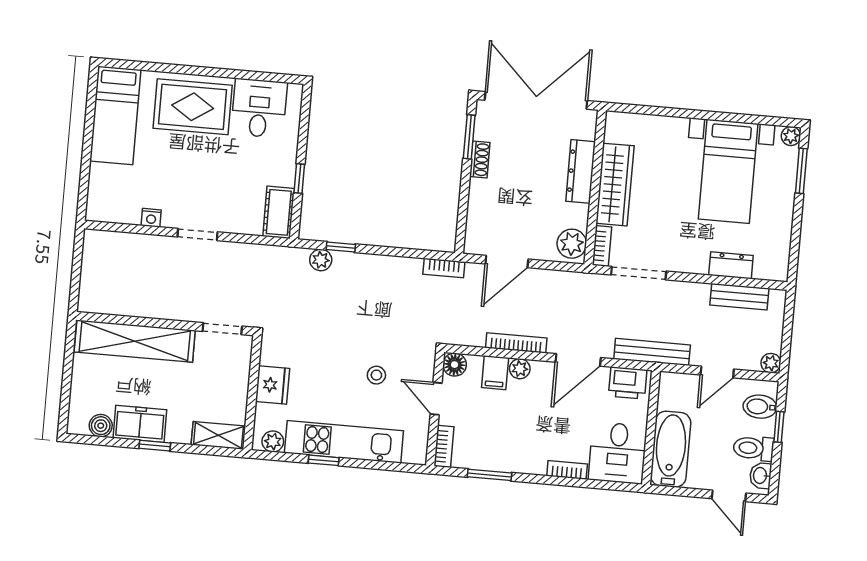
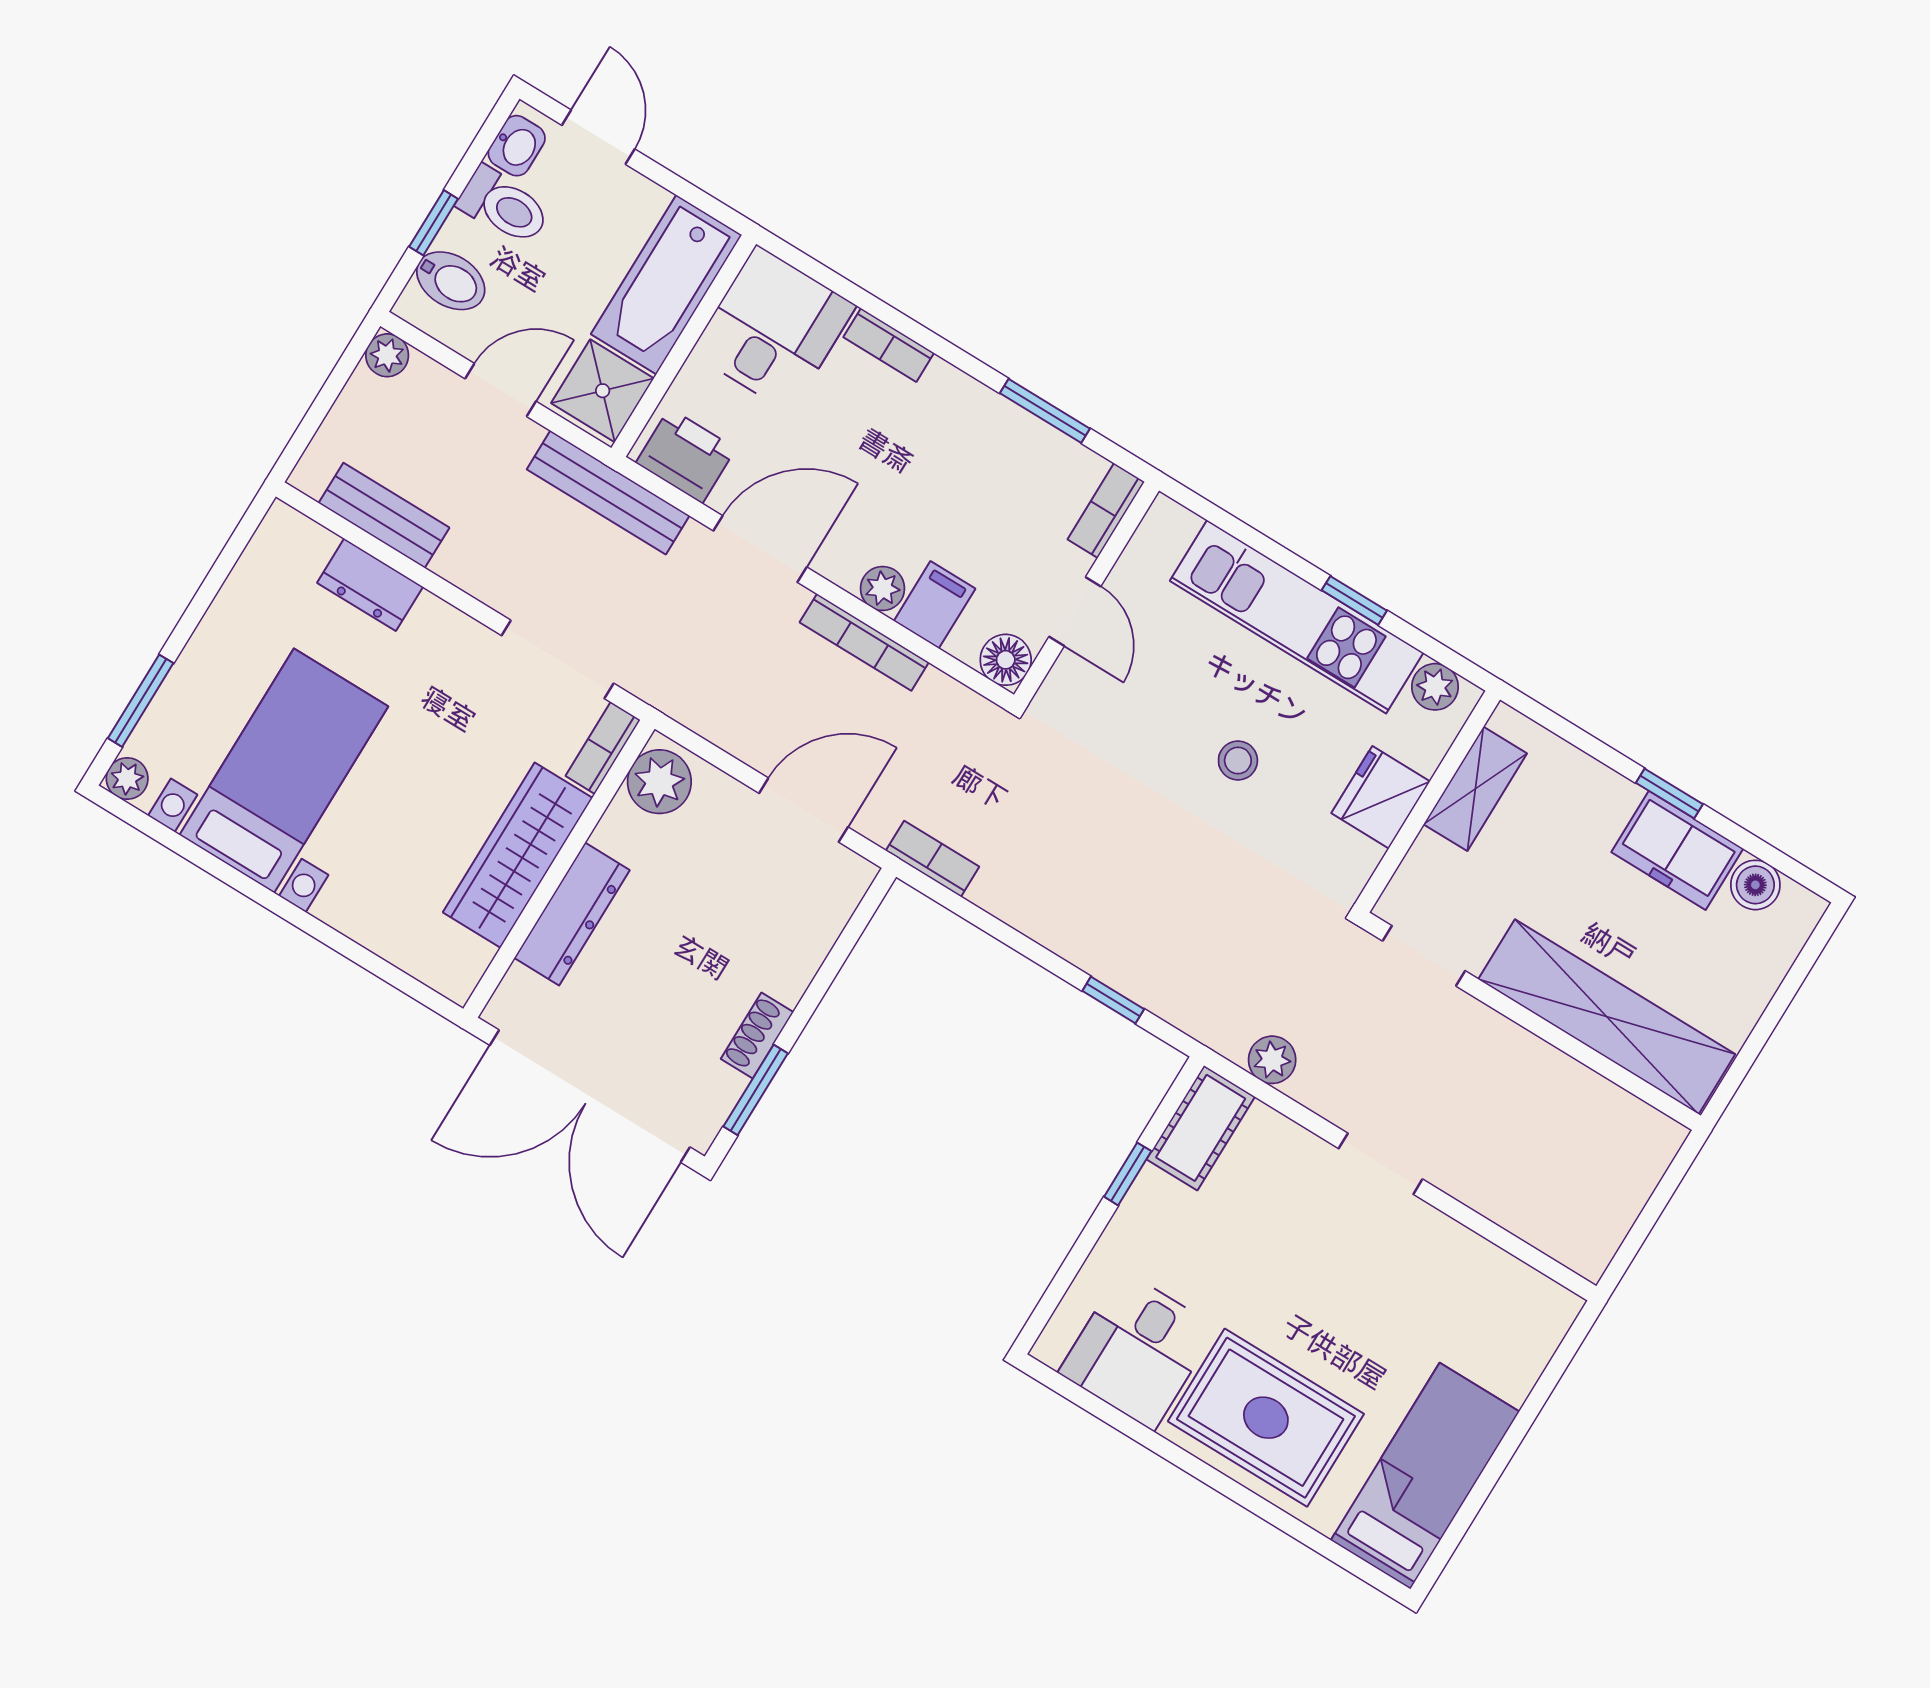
nightstand: (151, 218) -> (1455, 1241), removed
plant: (321, 260) -> (1272, 1060), moved
stool: (376, 375) -> (1238, 761), moved
shower: (675, 393) -> (603, 391), added
shelving: (218, 435) -> (1475, 789), moved, turned 90

